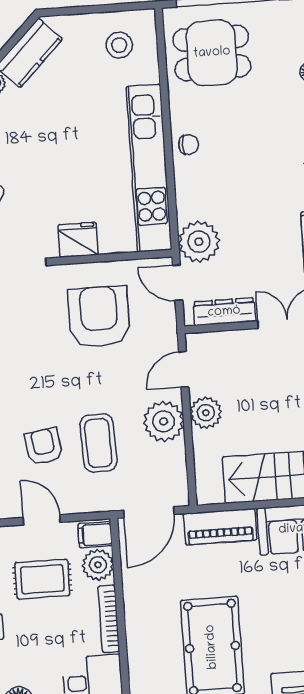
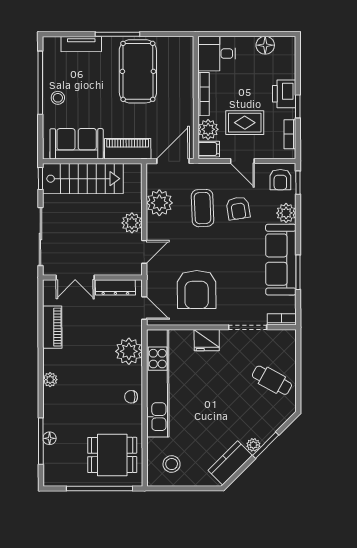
plant: (199, 242) -> (129, 351), moved
plant: (164, 421) -> (159, 203), moved

